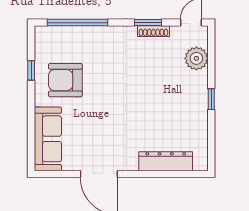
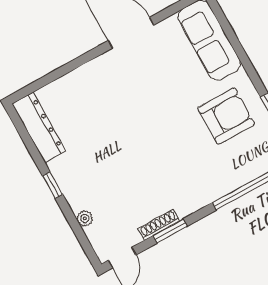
plant: (196, 58) -> (85, 218), width x0.53, depth x0.53
dresser: (166, 161) -> (39, 127), moved, turned -90

